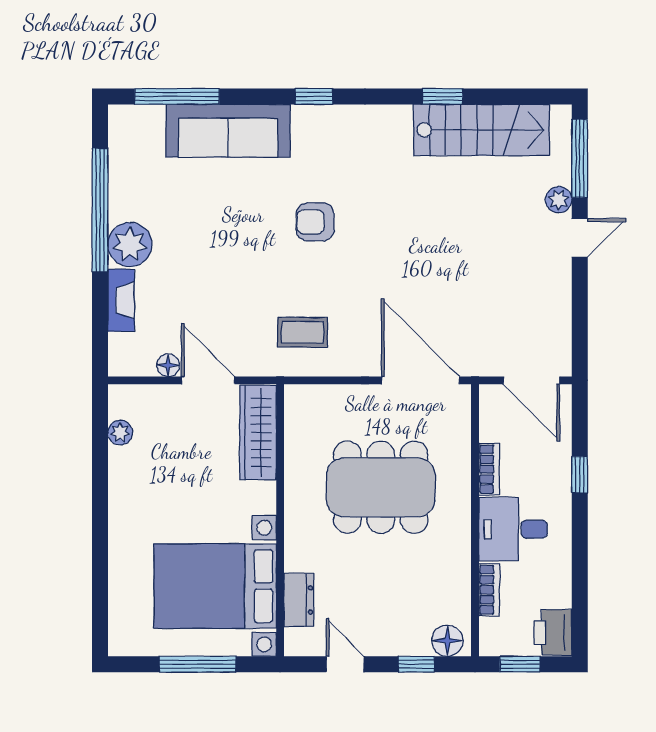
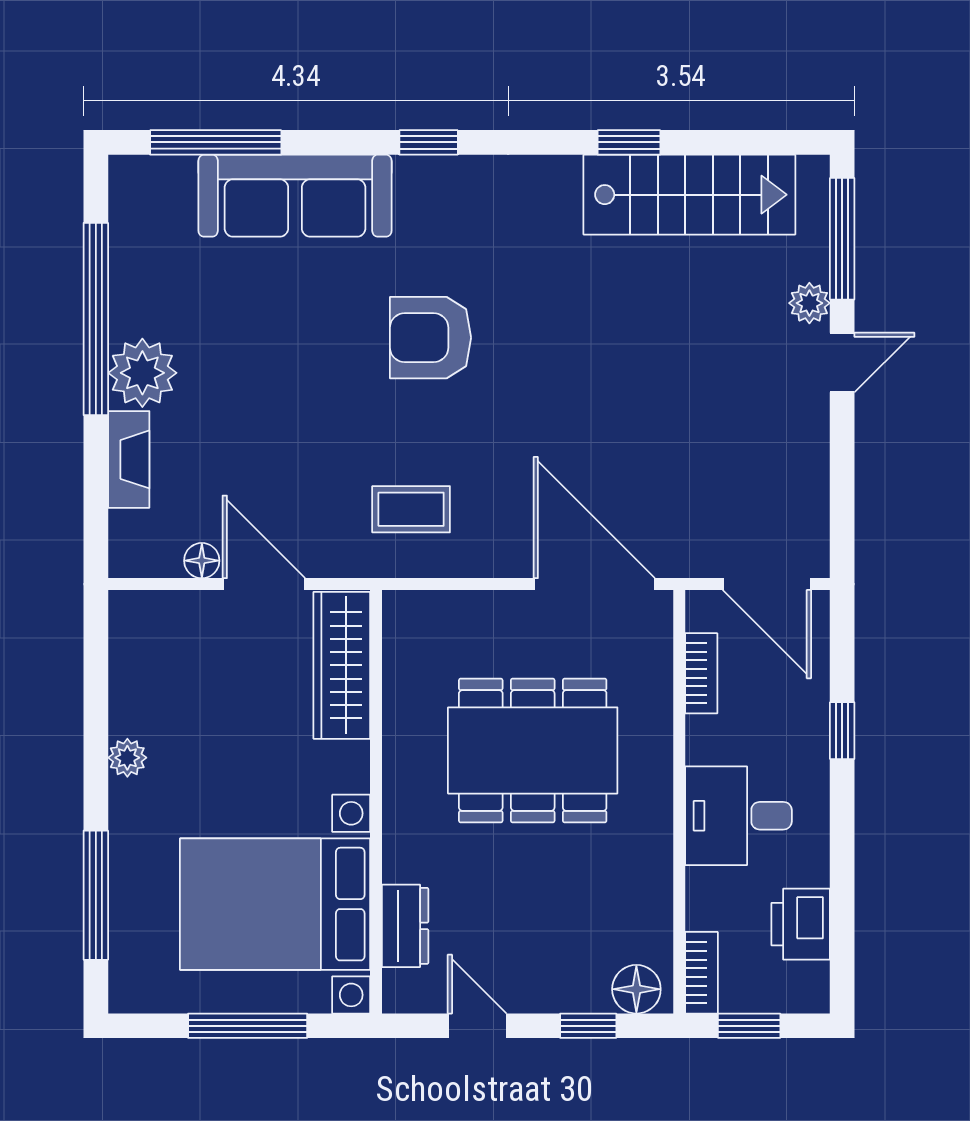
armchair: (315, 222) -> (430, 338), width x1.38, depth x1.38
plant: (120, 433) -> (127, 758), moved
bookcase: (489, 469) -> (701, 673), moved
window: (100, 580) -> (96, 895), added
bookcase: (489, 590) -> (702, 973), moved
printer: (553, 632) -> (801, 924), moved

